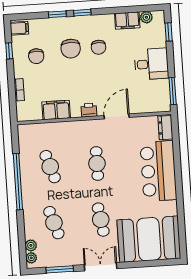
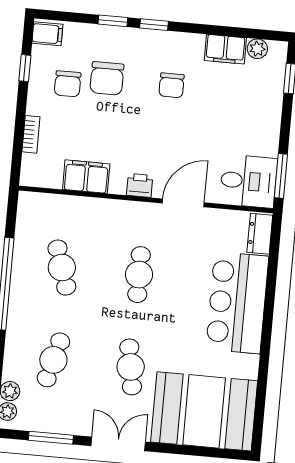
chair: (71, 49) -> (107, 78), moved
desk: (151, 64) -> (248, 181), moved
cafe table: (54, 223) -> (53, 360), turned 33

